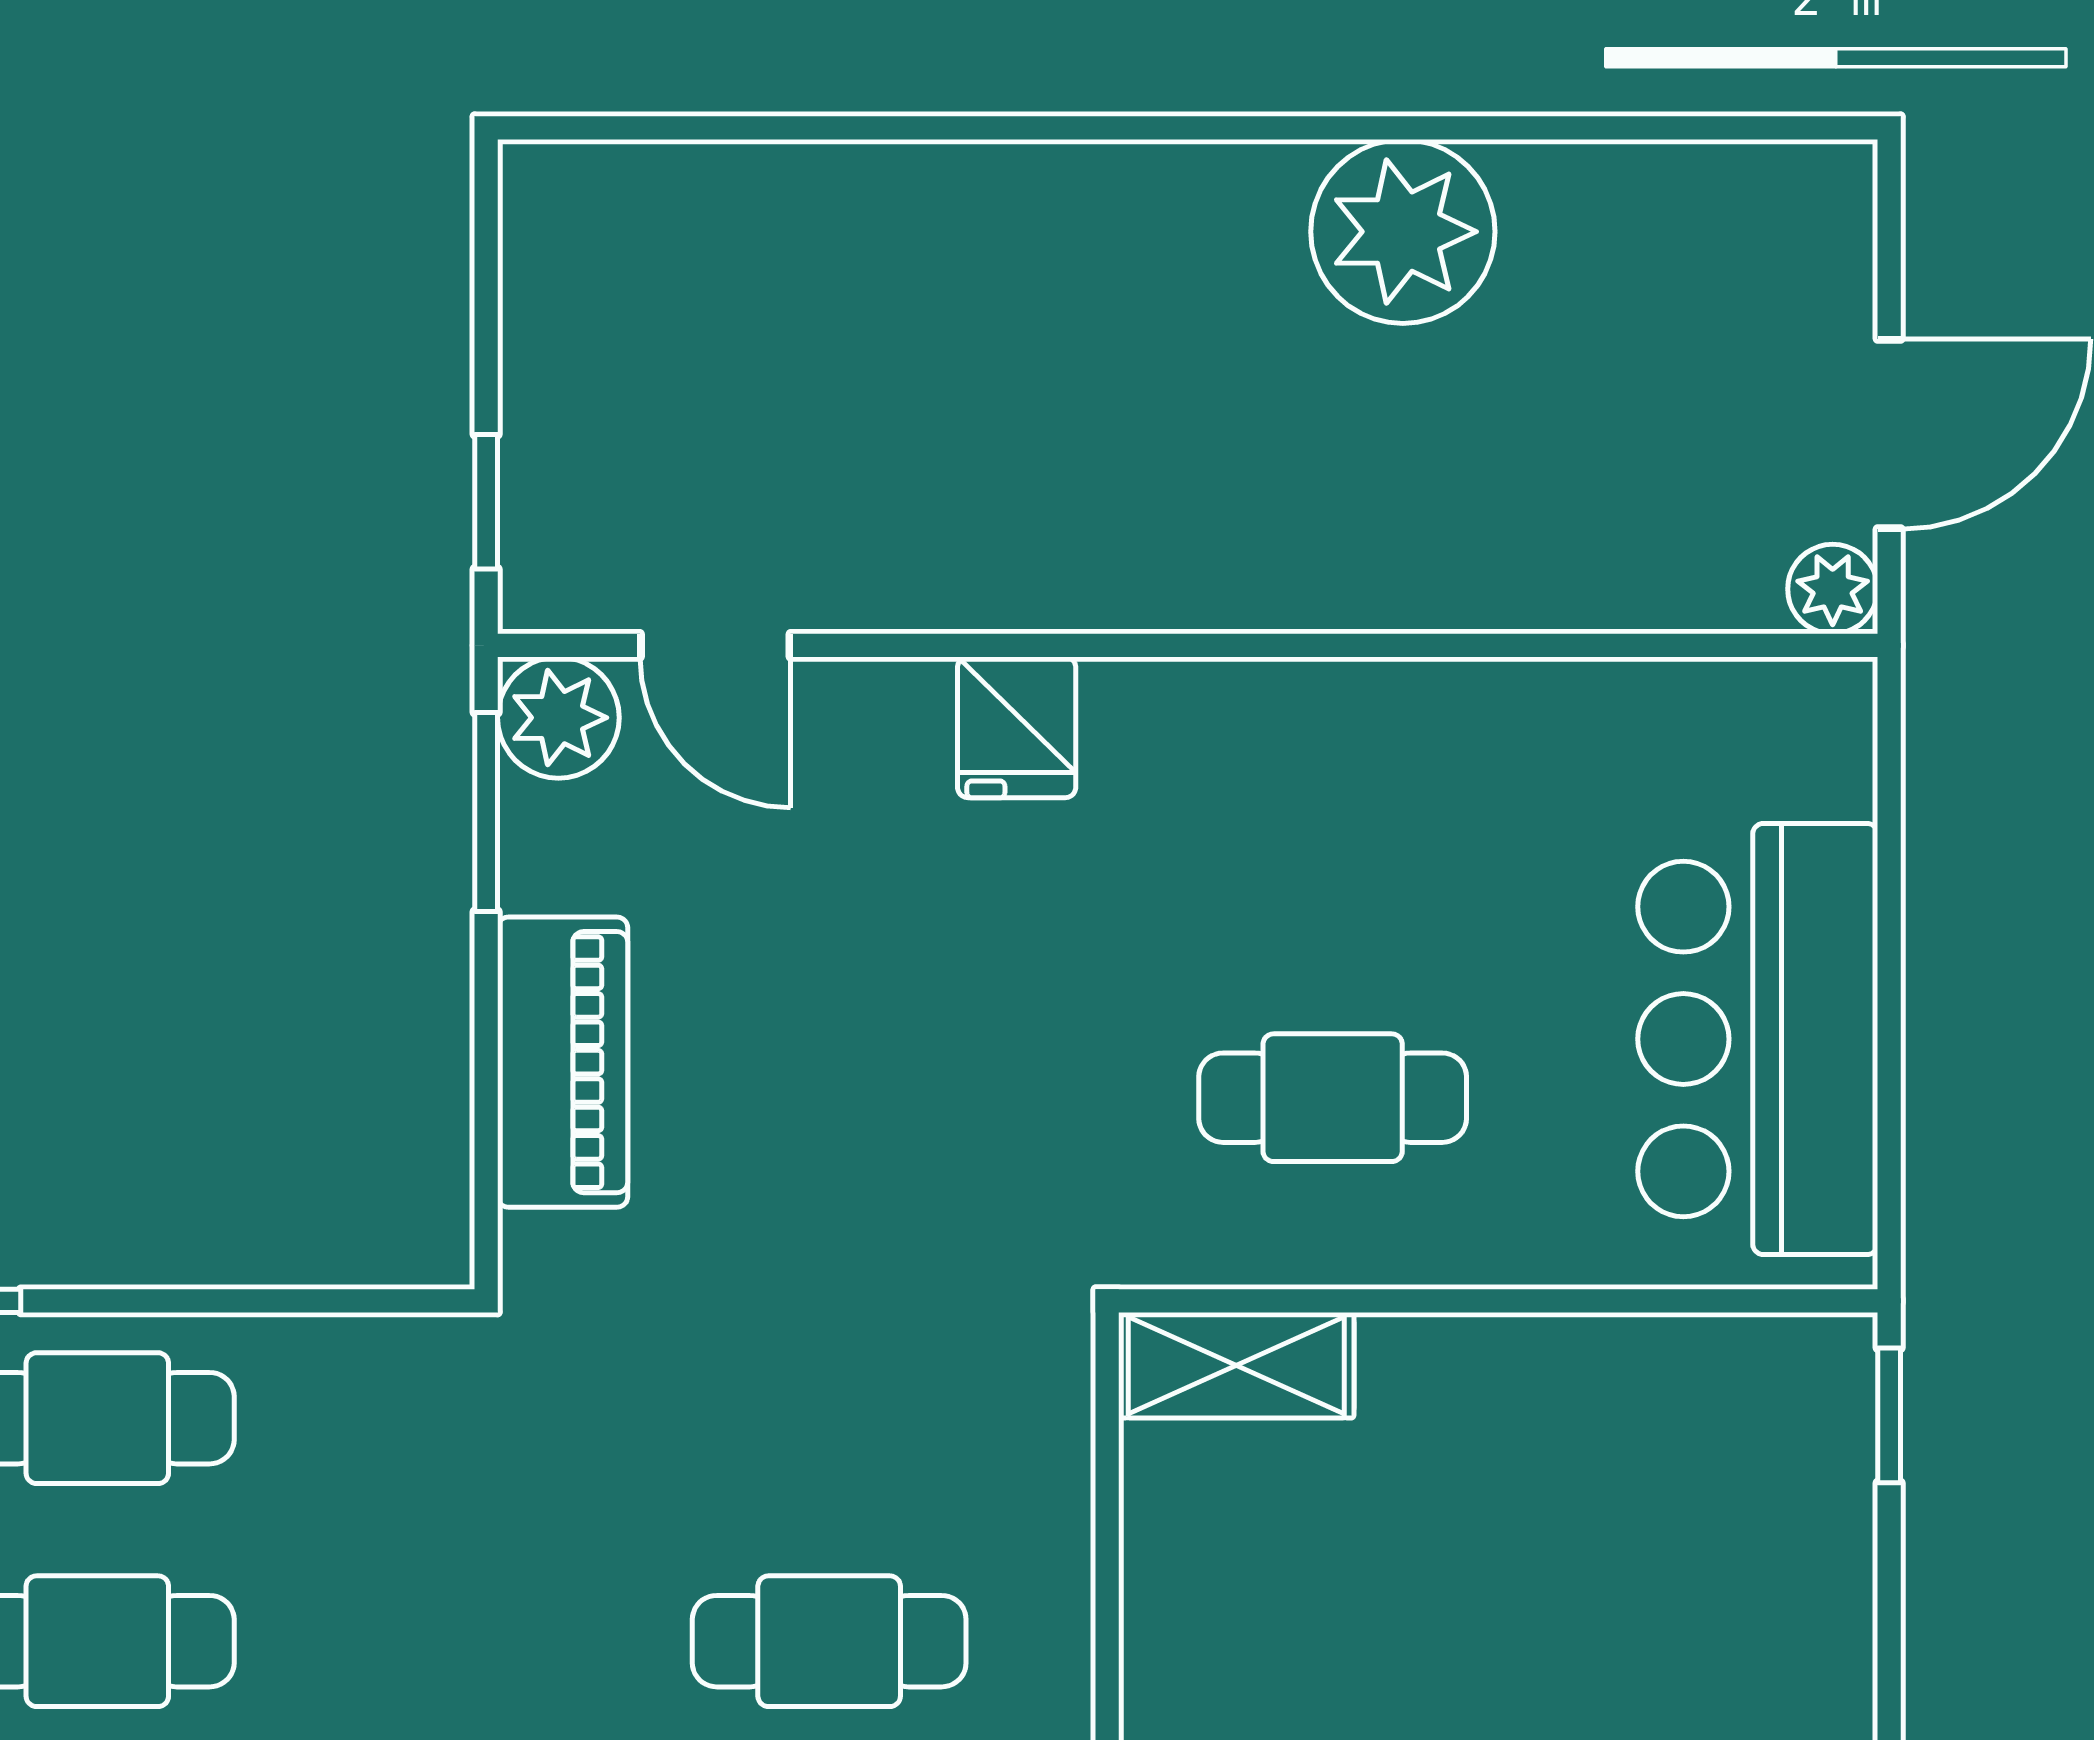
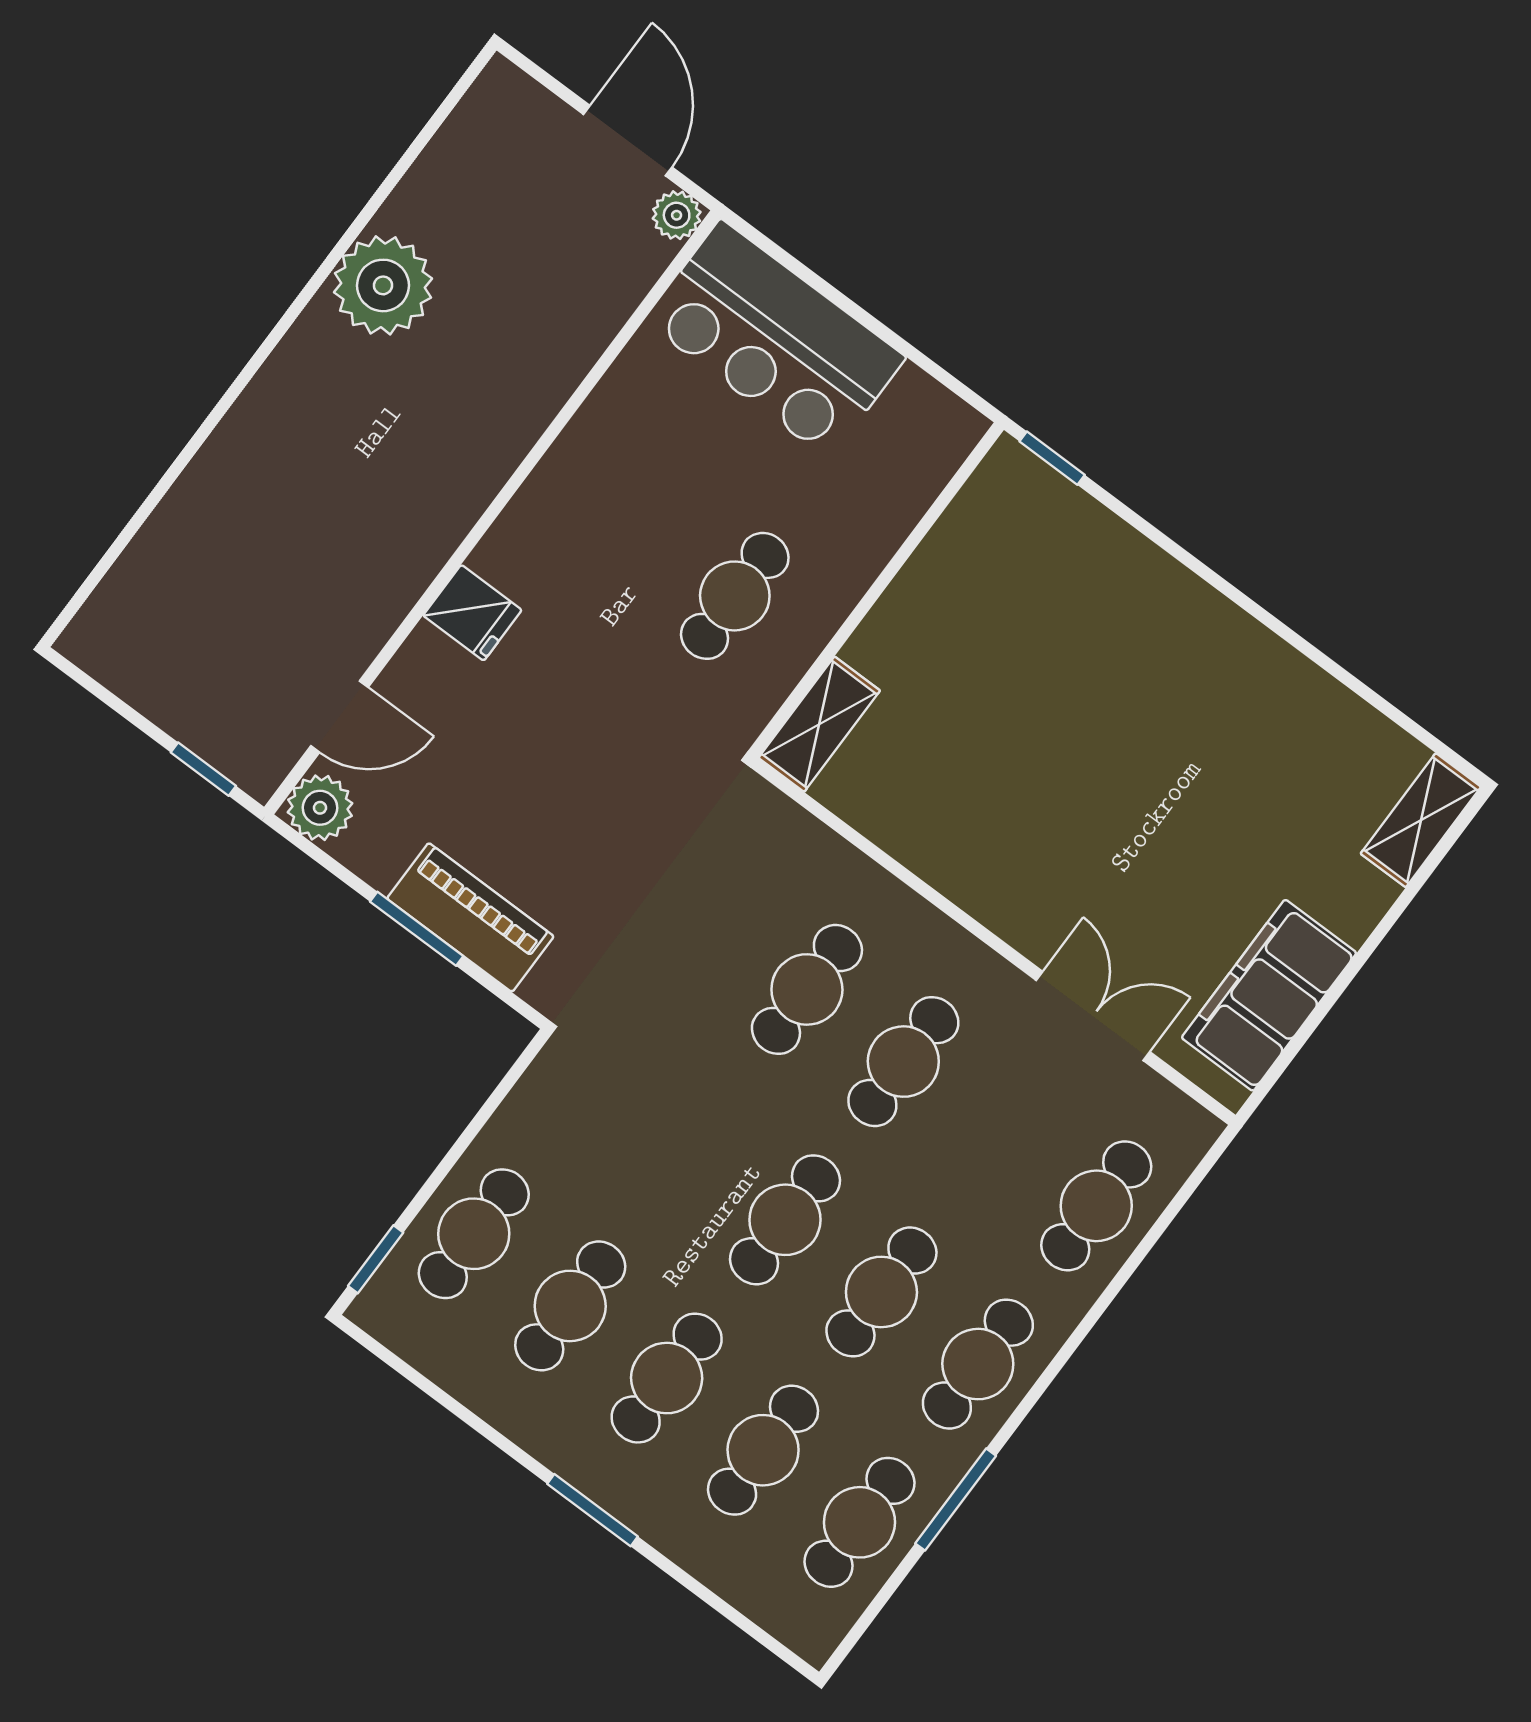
window: (486, 812) -> (417, 929), moved
bar counter: (1758, 1039) -> (775, 339), moved

